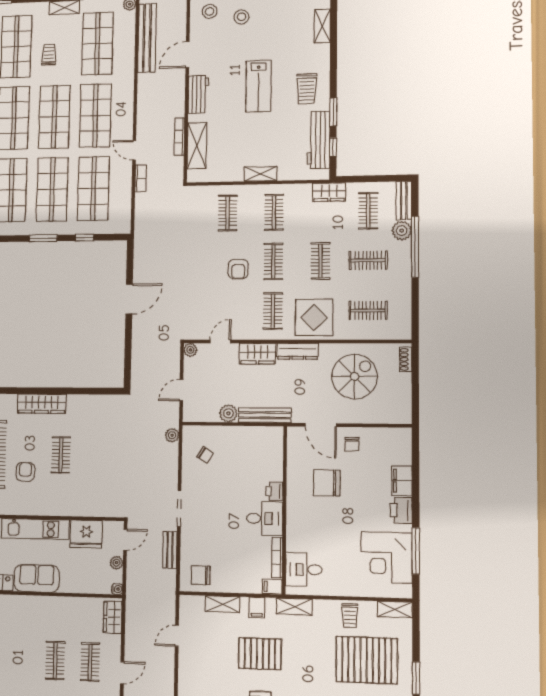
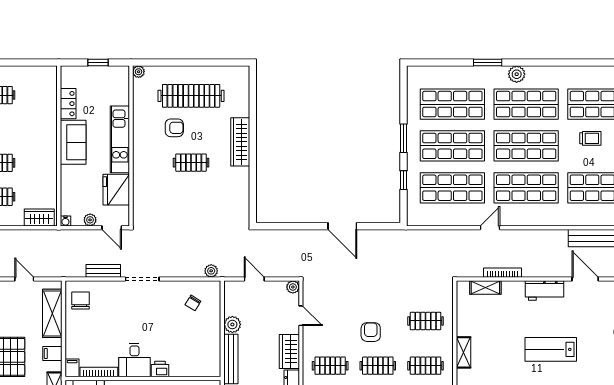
shelving: (197, 146) -> (485, 288), width x0.67, depth x0.75
bookcase: (141, 178) -> (462, 235), removed
armchair: (238, 269) -> (371, 332), turned 90
shelving: (223, 604) -> (52, 313), width x1.50, depth x1.33

